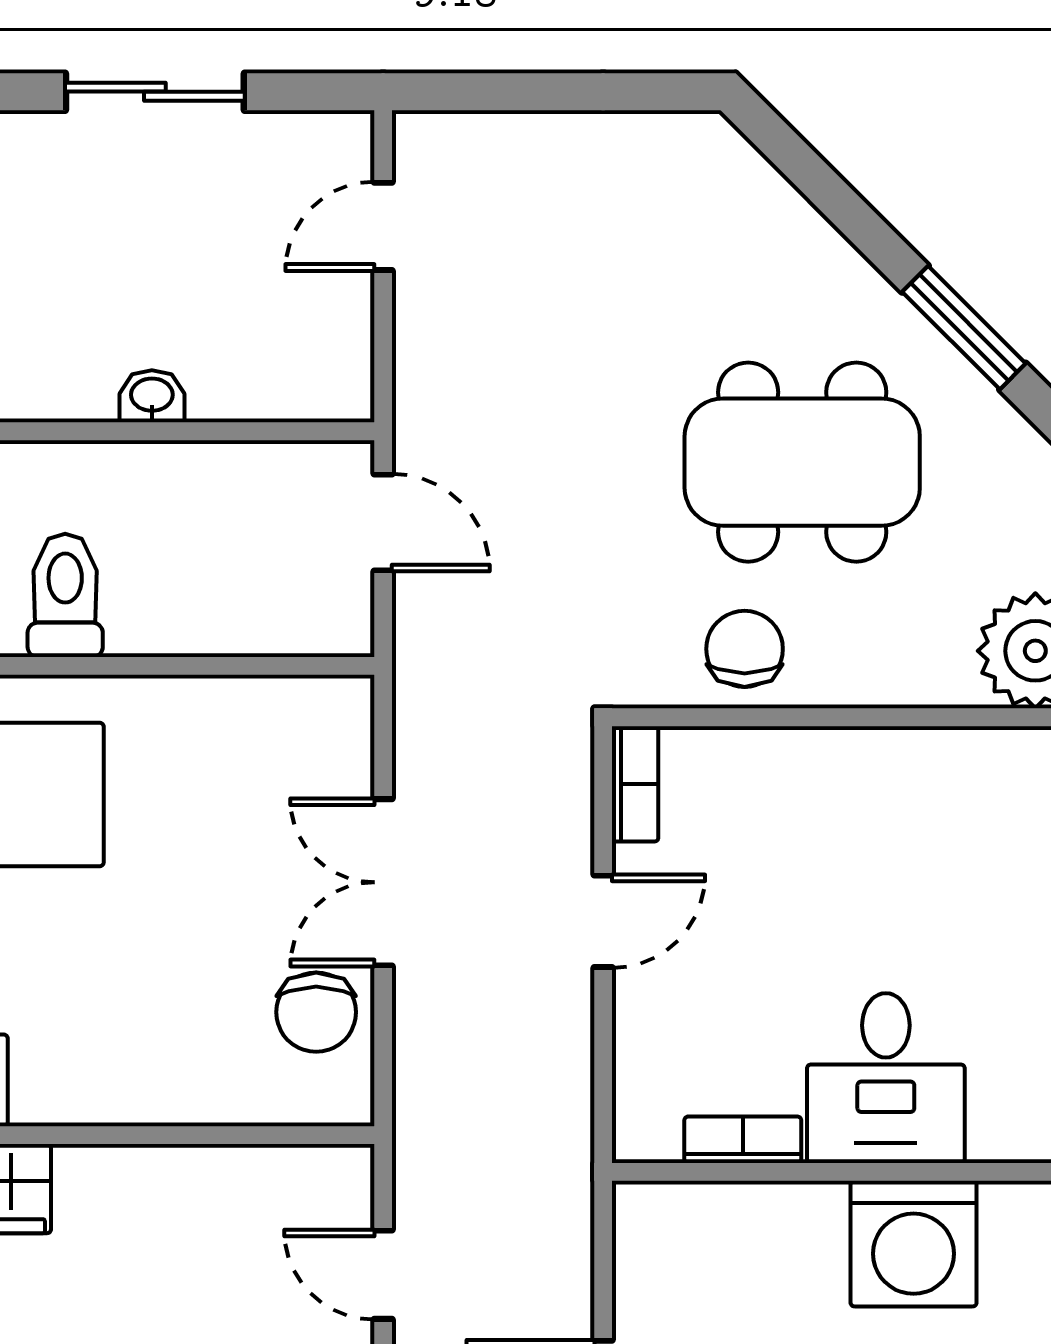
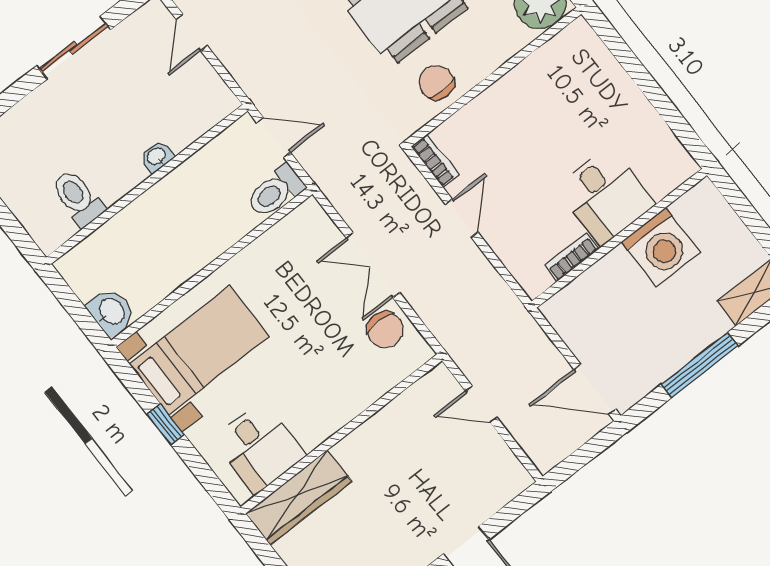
toilet: (65, 595) -> (275, 191), moved, turned -90

